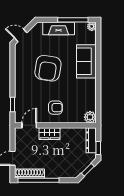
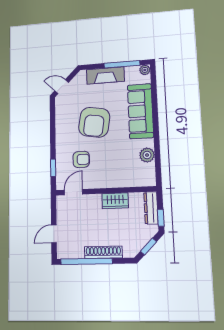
sofa: (86, 61) -> (140, 111), width x1.36
armchair: (55, 108) -> (81, 159), moved
plant: (90, 117) -> (147, 155), moved
wardrobe: (50, 134) -> (115, 201), moved
shoe rack: (30, 173) -> (103, 252), moved

